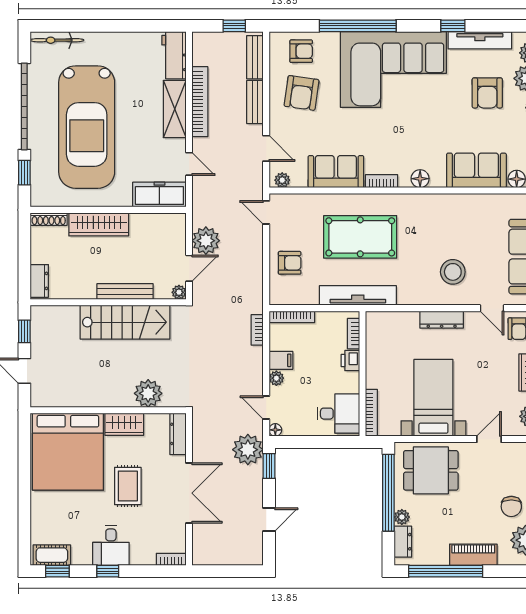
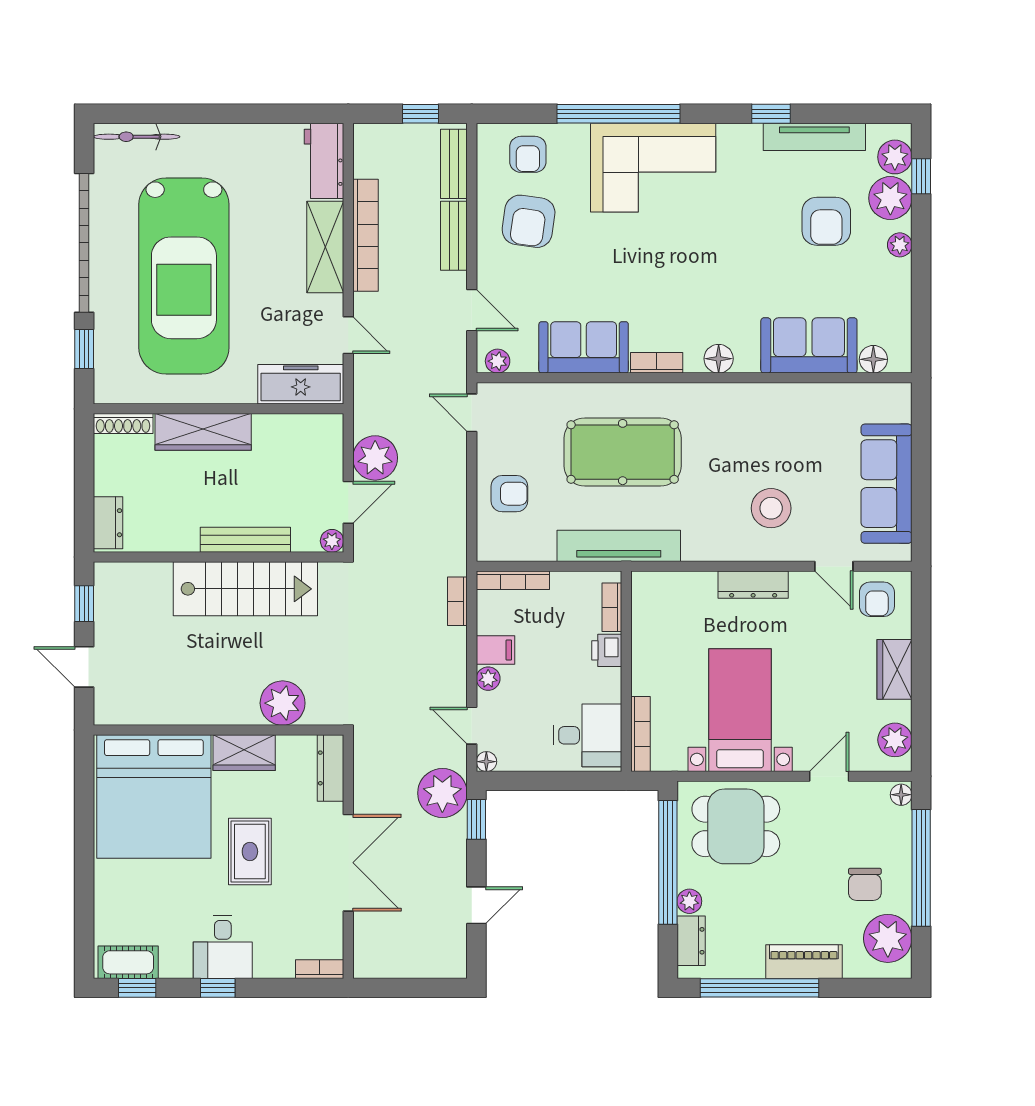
armchair: (301, 51) -> (528, 154), turned 90
corner sofa: (393, 69) -> (653, 168), width x0.73, depth x0.74

